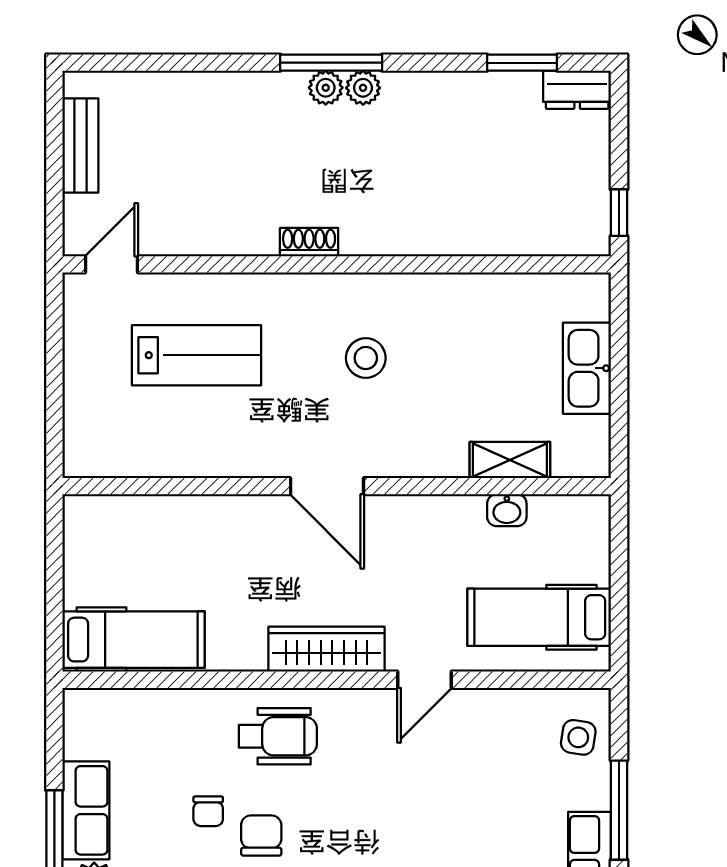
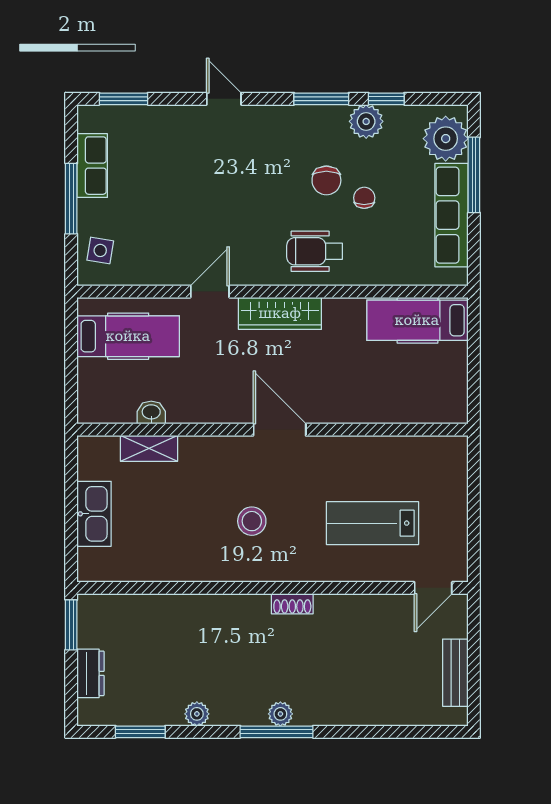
plant: (363, 88) -> (197, 714), moved
dresser: (577, 90) -> (90, 673), moved, turned 90
window: (619, 213) -> (71, 625), width x1.50
row of seats: (86, 810) -> (451, 215), width x1.48

